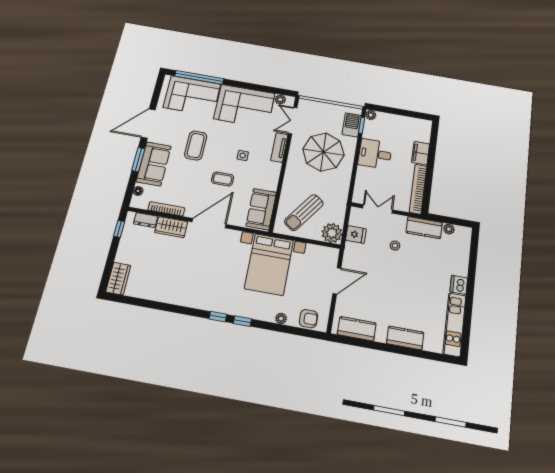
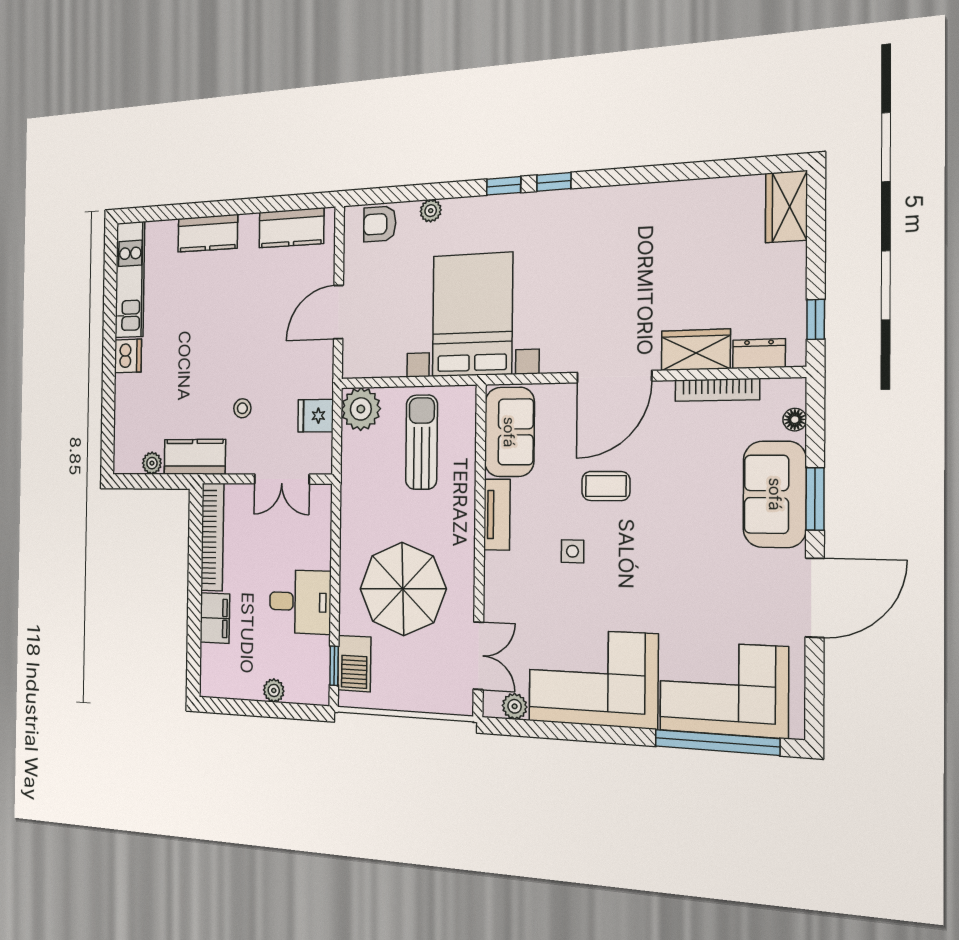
plant: (371, 115) -> (274, 690), moved
coffee table: (196, 145) -> (685, 558), removed
tv unit: (279, 148) -> (497, 515), moved
sun lounger: (304, 212) -> (422, 442), turned -36

